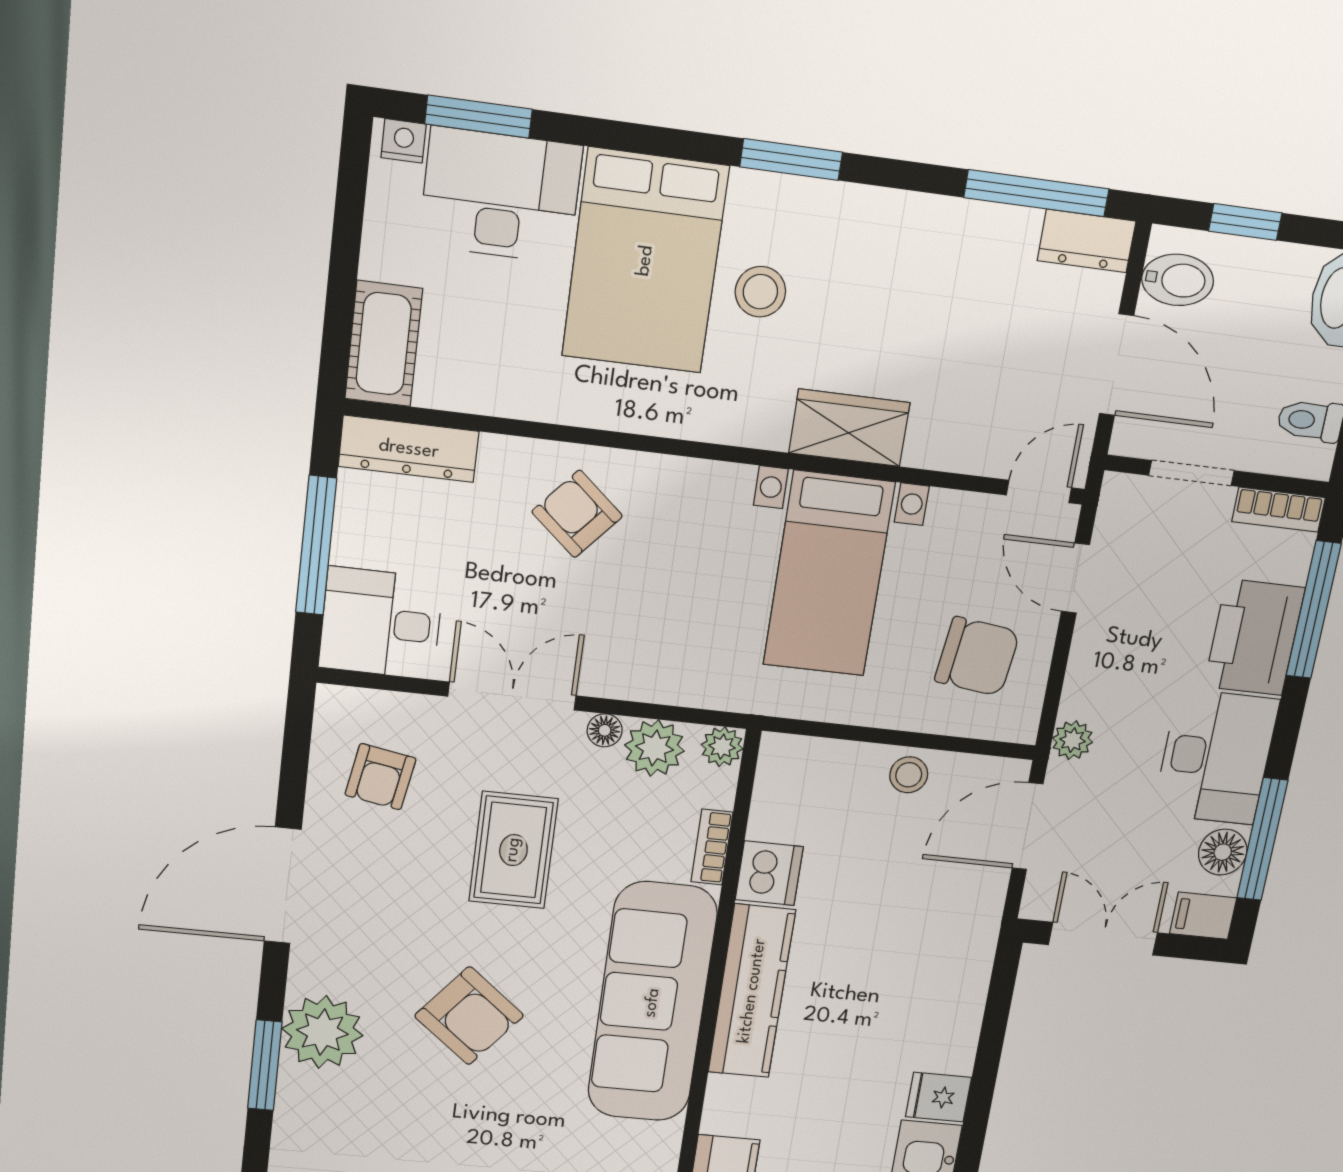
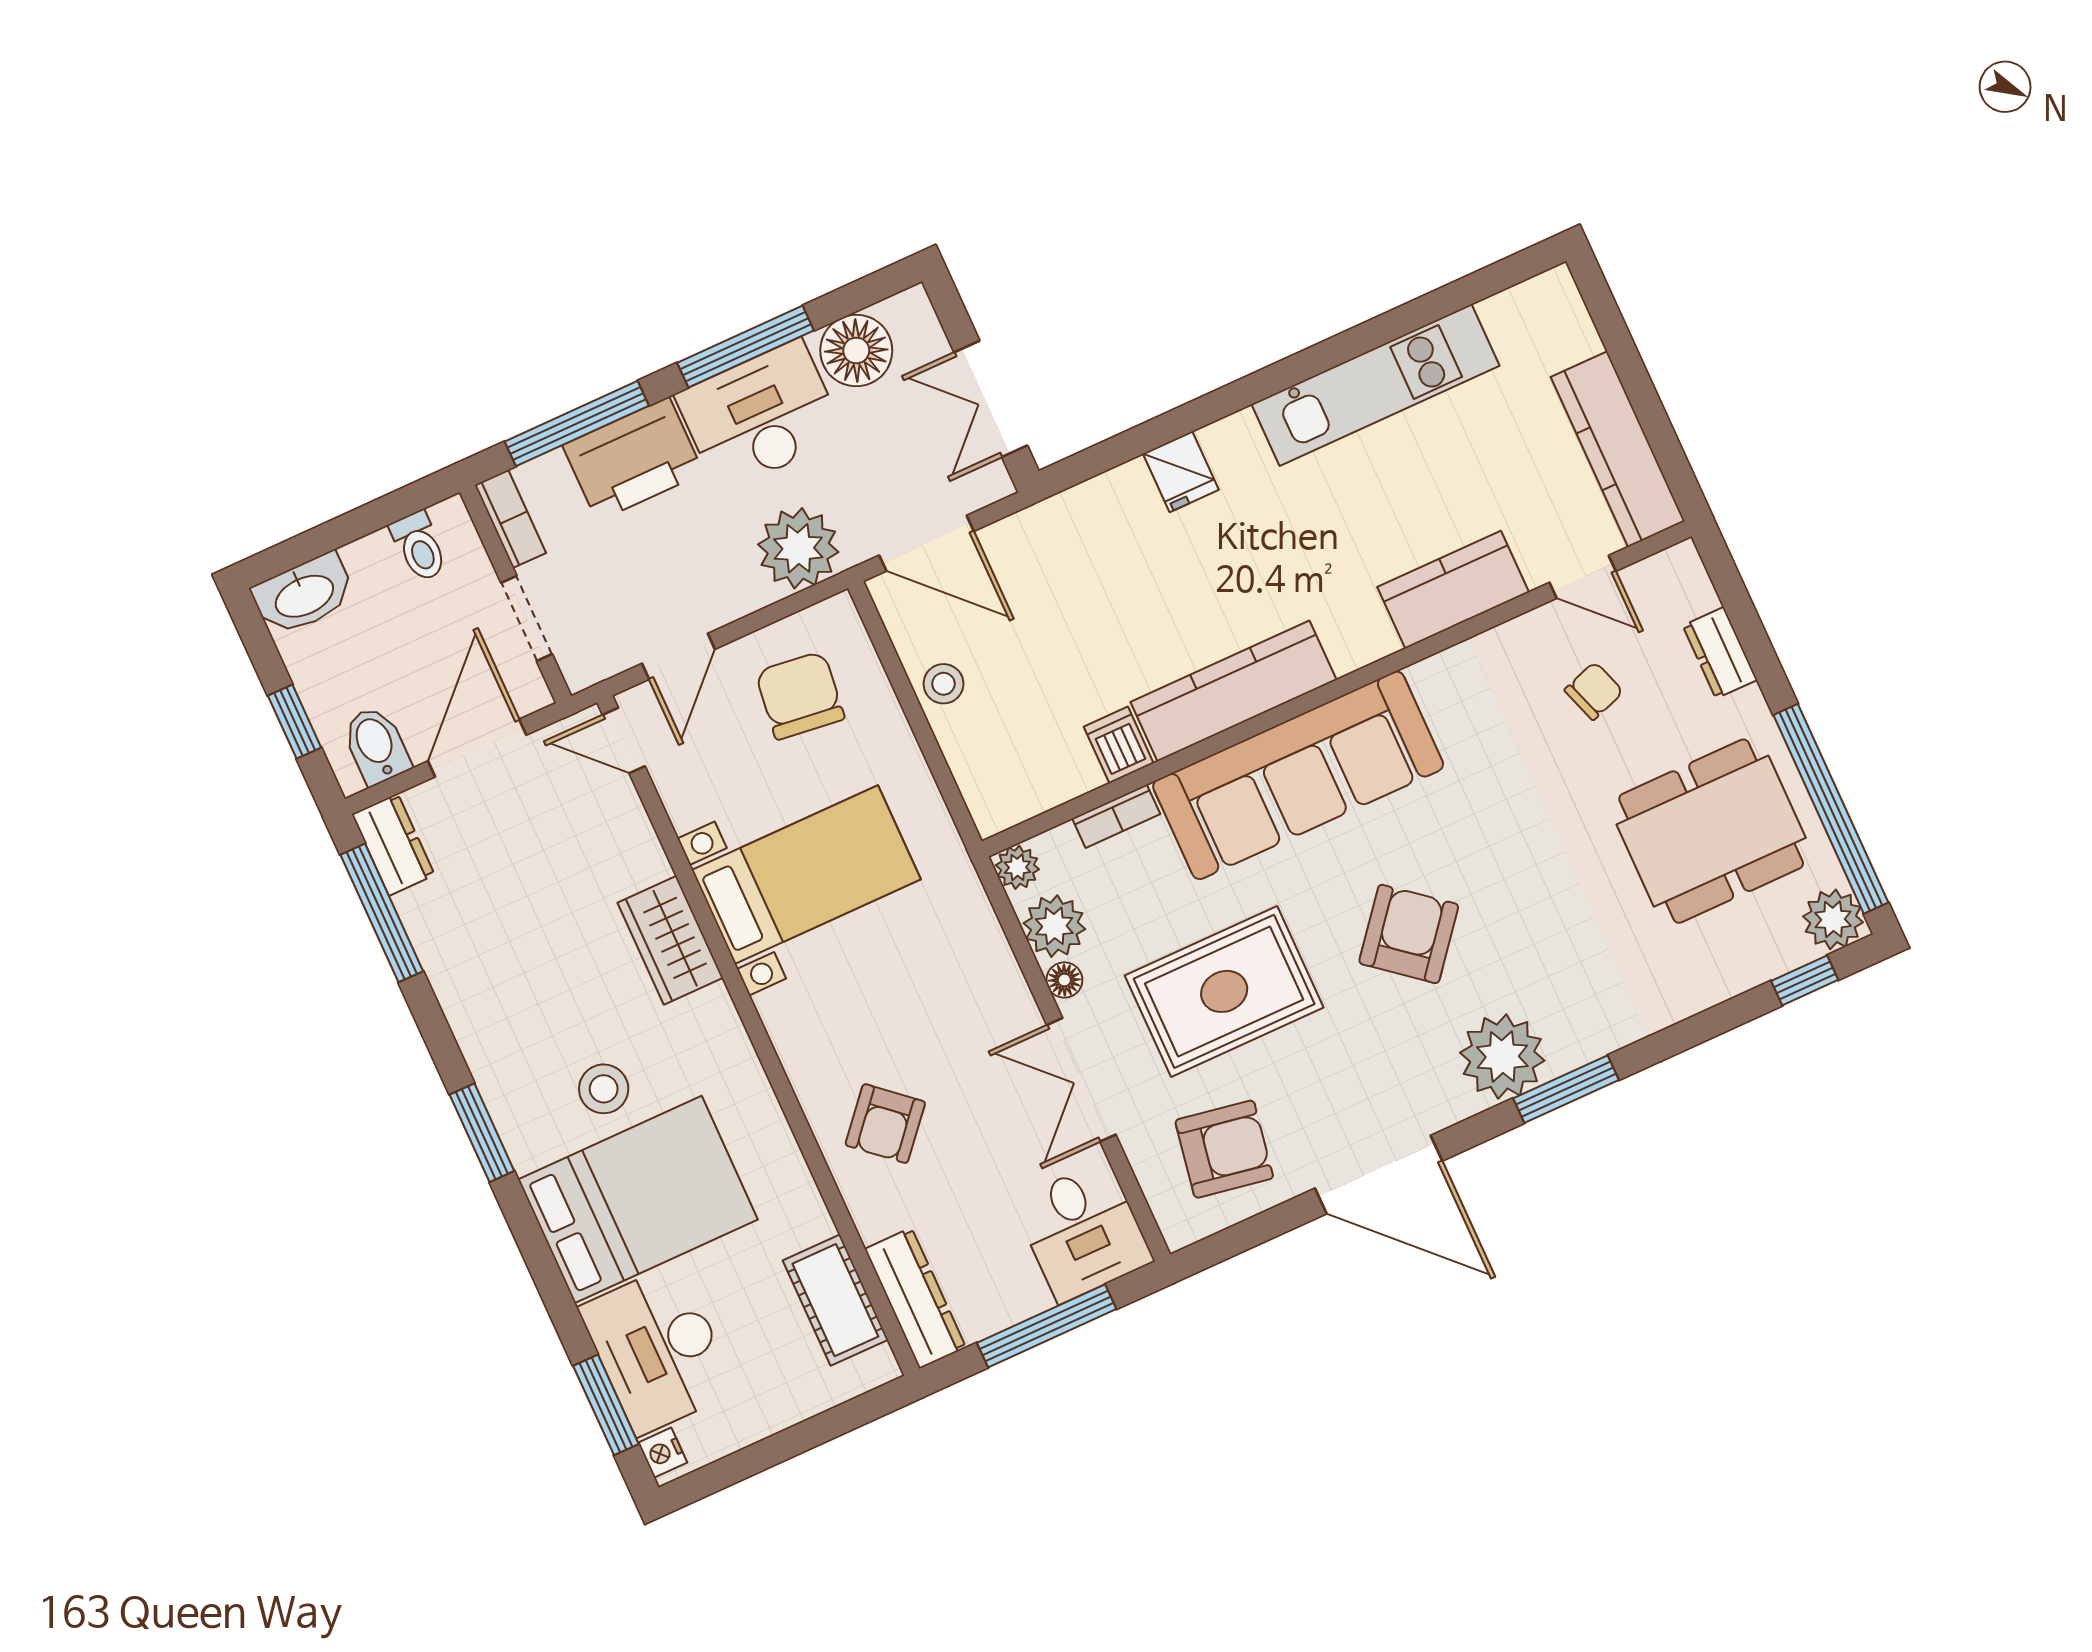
cot: (384, 344) -> (835, 1300), moved, turned 90
plant: (1073, 740) -> (798, 548), width x1.87, depth x1.87
armchair: (380, 777) -> (1224, 1149), width x1.38, depth x1.38
window: (1262, 839) -> (746, 347), moved
rug: (513, 850) -> (1224, 991), width x1.36, depth x1.43
floor lamp: (1223, 852) -> (856, 351), width x1.38, depth x1.38
dishwasher: (769, 873) -> (1119, 745), width x0.73
filing cabinet: (1203, 916) -> (913, 321), removed
fridge: (938, 1097) -> (1181, 472), moved

